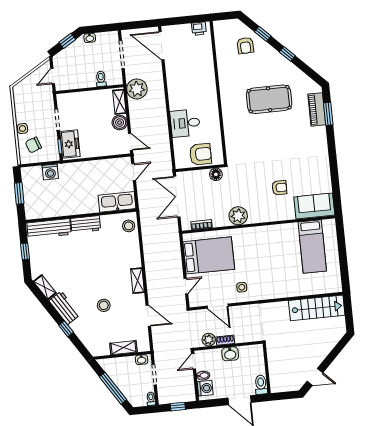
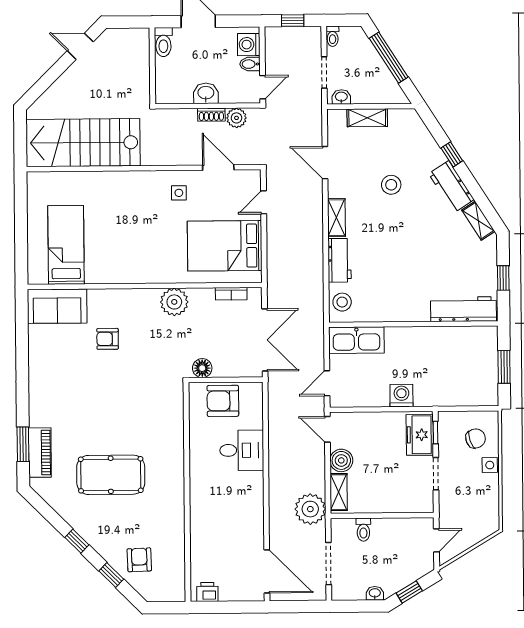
washing machine: (50, 172) -> (401, 396), moved
workbench: (86, 224) -> (340, 260), moved, turned 90
stairs: (317, 308) -> (83, 143), width x1.36, depth x1.51

